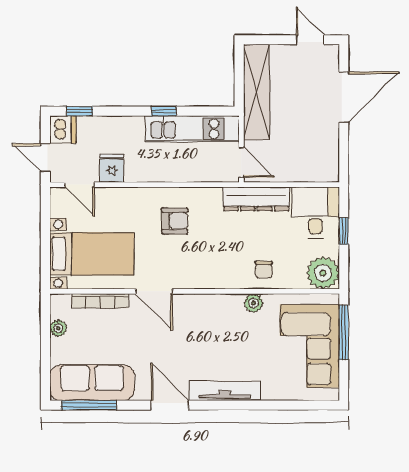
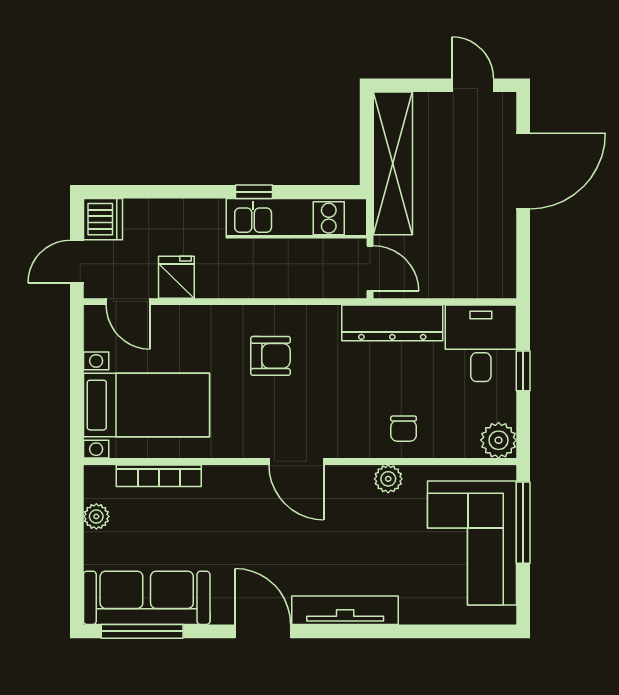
window: (80, 111) -> (128, 192), removed
door: (45, 158) -> (77, 262), hinge flipped
plant: (323, 273) -> (499, 440), width x0.73, depth x0.73
door: (154, 291) -> (296, 461), moved

